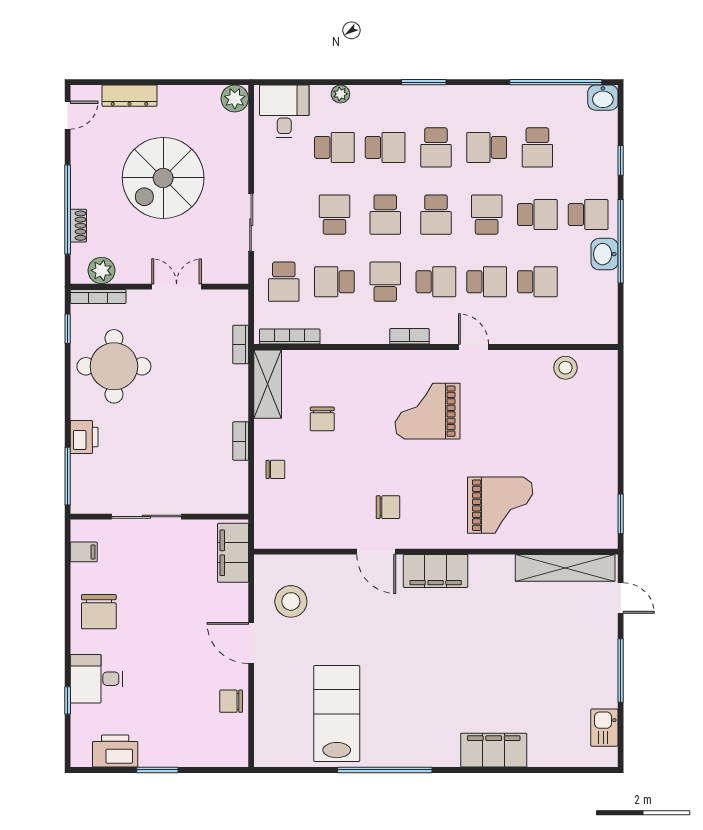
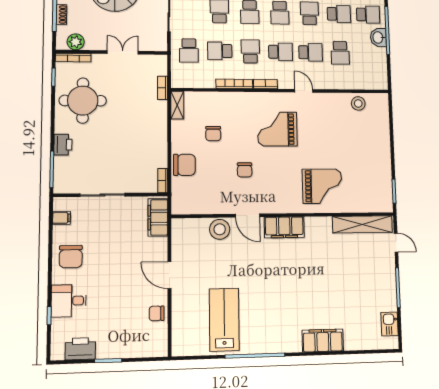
school desk: (537, 282) -> (340, 53), turned 90
bookcase: (290, 337) -> (234, 84), moved
shelving: (268, 384) -> (177, 105), width x0.67, depth x0.75
bookcase: (241, 441) -> (163, 181), moved
chair: (275, 469) -> (184, 165), width x1.87, depth x1.87
chair: (388, 507) -> (245, 170), moved, turned 90
stool: (291, 601) -> (220, 229), moved

